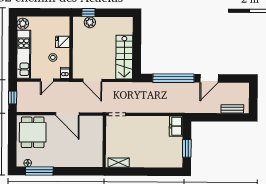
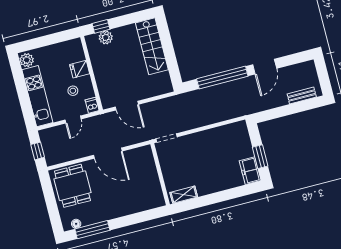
stairs: (124, 57) -> (152, 46), moved
freezer: (176, 126) -> (250, 171), moved

